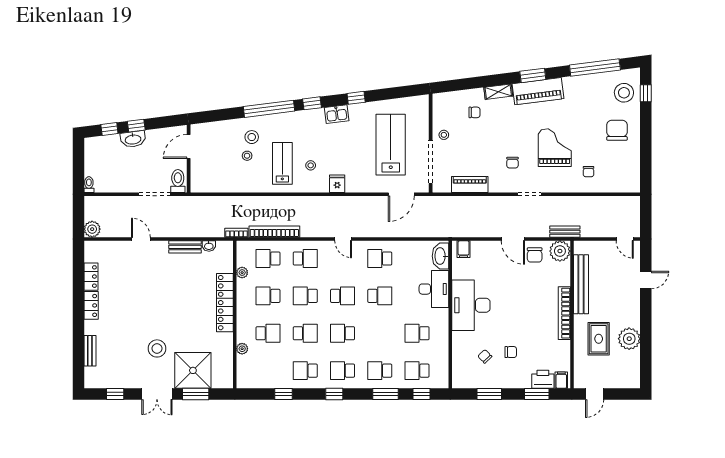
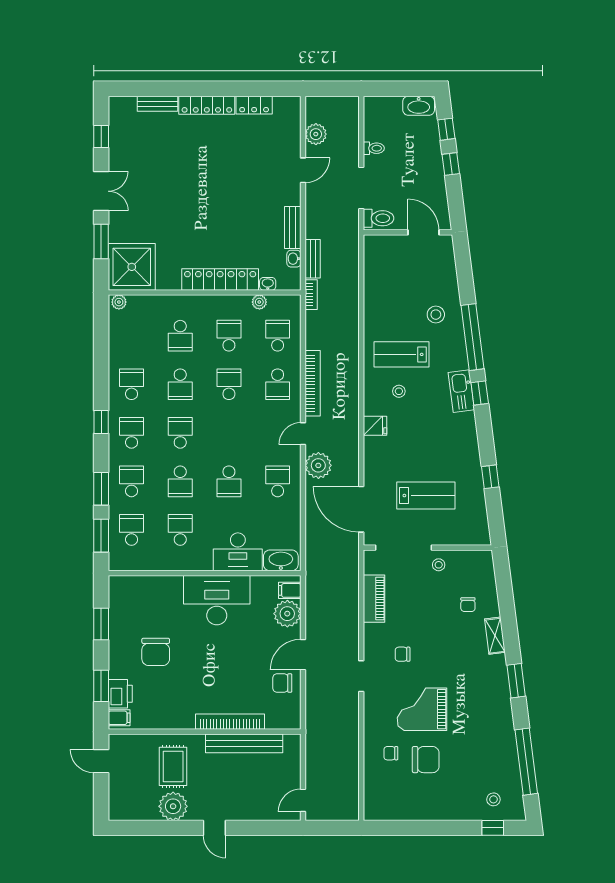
piano: (538, 91) -> (496, 687), removed
stool: (624, 93) -> (493, 799), width x0.53, depth x0.53
window: (356, 98) -> (490, 477), moved
kitchen sink: (337, 114) -> (461, 391), moved, width x1.38
chair: (617, 130) -> (426, 760), moved
washbasin: (133, 139) -> (419, 106), moved, turned -83
lab bench: (391, 145) -> (426, 496), width x0.73, depth x0.72
grand piano: (555, 148) -> (422, 709), turned 180
stool: (247, 156) -> (411, 308), removed
lab bench: (282, 163) -> (402, 354), turned 180
toilet: (89, 185) -> (374, 148), moved
door: (401, 194) -> (361, 509), width x1.36
plant: (368, 227) -> (318, 465), added
plant: (92, 229) -> (316, 134), moved
bookcase: (274, 232) -> (313, 383), moved
bench: (565, 232) -> (313, 259), moved
plant: (560, 251) -> (287, 614), moved
washbasin: (228, 266) -> (268, 284), added
door: (646, 280) -> (214, 828), moved
school desk: (343, 296) -> (180, 481), moved
locker: (91, 305) -> (207, 105), width x1.53
bookcase: (564, 313) -> (230, 722), moved
rug: (599, 339) -> (173, 766), turned 90
stool: (157, 348) -> (160, 191), removed
plant: (242, 349) -> (119, 302), moved
chair: (511, 352) -> (156, 652), width x1.87, depth x1.87
chair: (485, 356) -> (150, 618), removed
shower: (193, 370) -> (132, 267), moved
double door: (157, 394) -> (101, 191), swing flipped
window: (284, 394) -> (101, 356), removed
window: (421, 394) -> (101, 536), width x1.50

